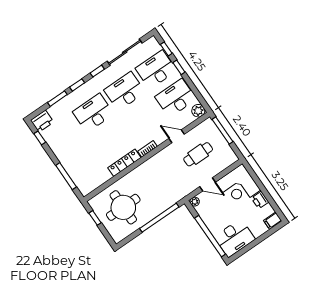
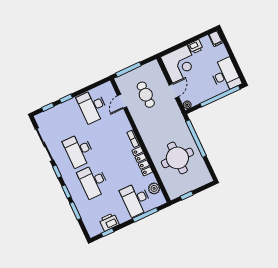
desk: (156, 70) -> (136, 199), moved
plant: (198, 111) -> (154, 188), moved
printer: (42, 121) -> (109, 222), moved, turned -90
door: (177, 136) -> (122, 101), moved
round table: (123, 207) -> (177, 158), moved

